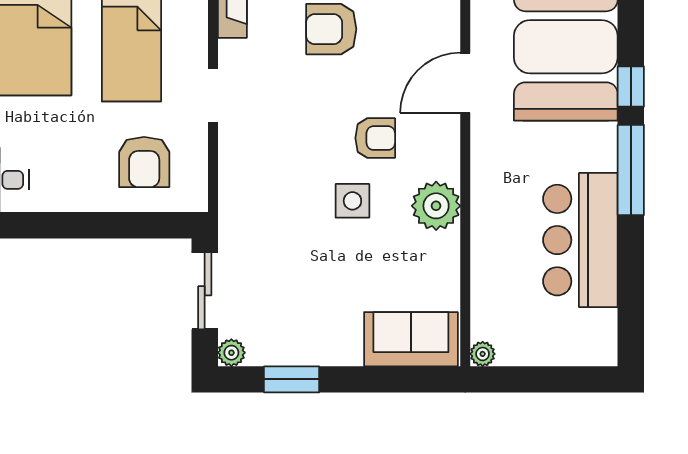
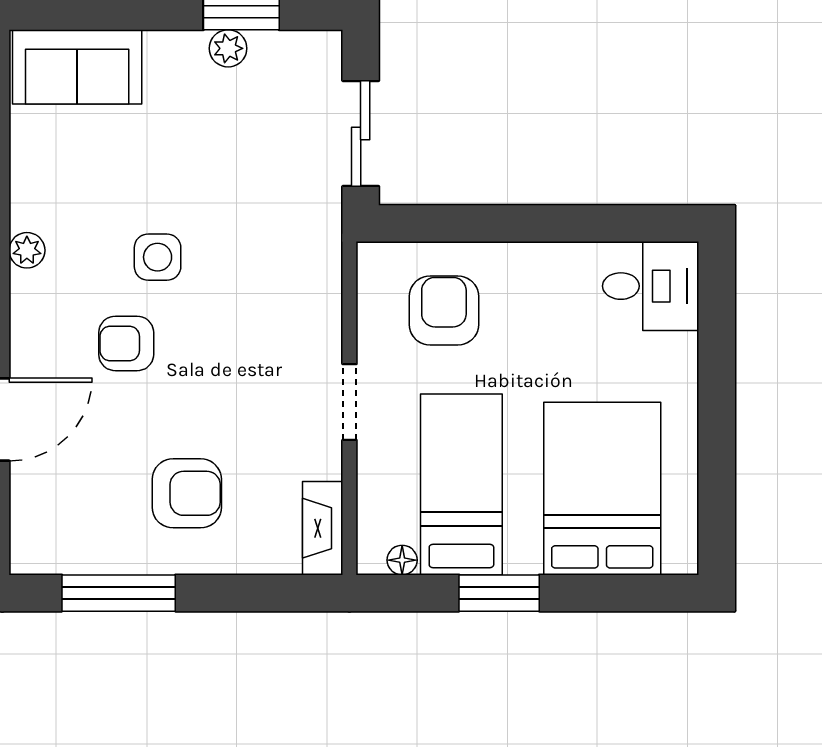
plant: (436, 206) -> (27, 250), width x0.53, depth x0.53
plant: (231, 353) -> (228, 48), moved

